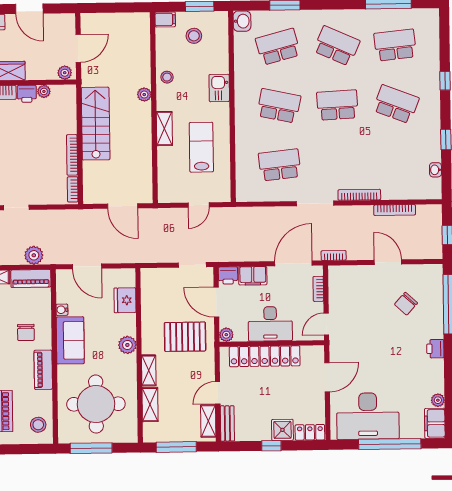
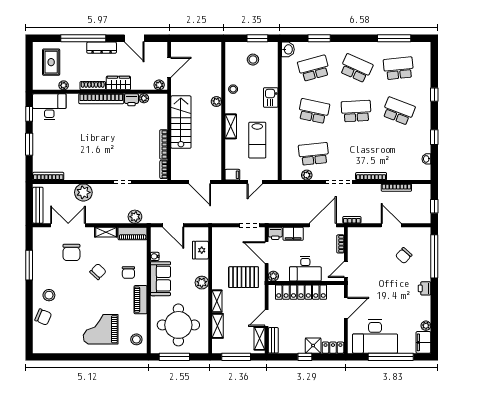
filing cabinet: (165, 19) -> (232, 175), moved
lab bench: (201, 147) -> (257, 140), turned 180
plant: (270, 194) -> (307, 175), added

